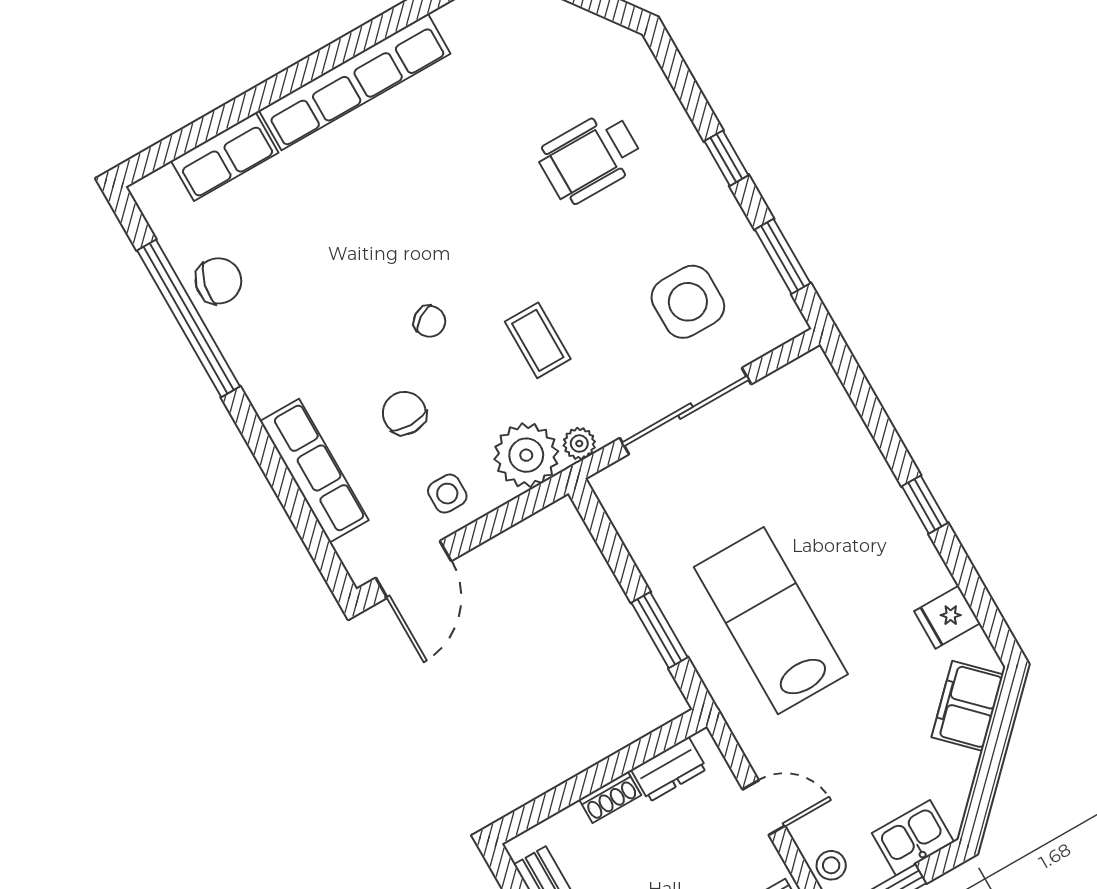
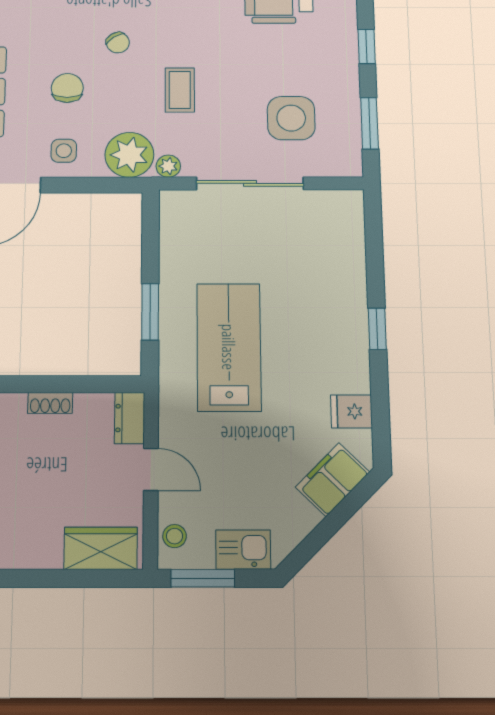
dresser: (669, 769) -> (130, 418), moved, turned 90

